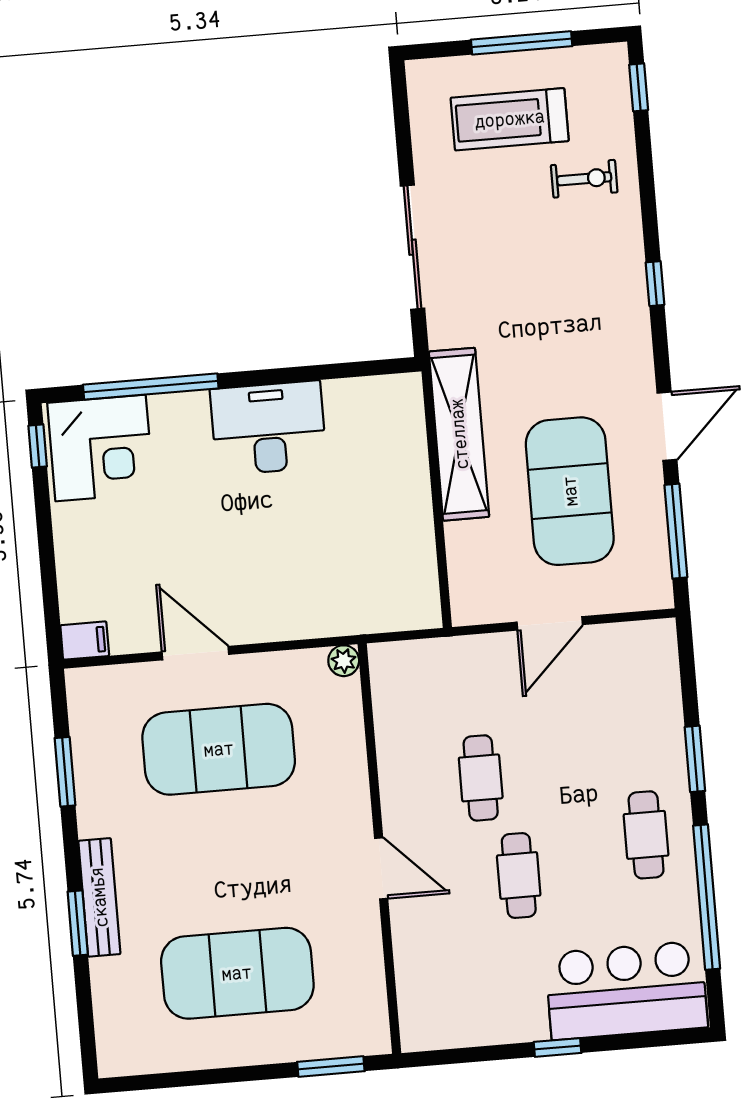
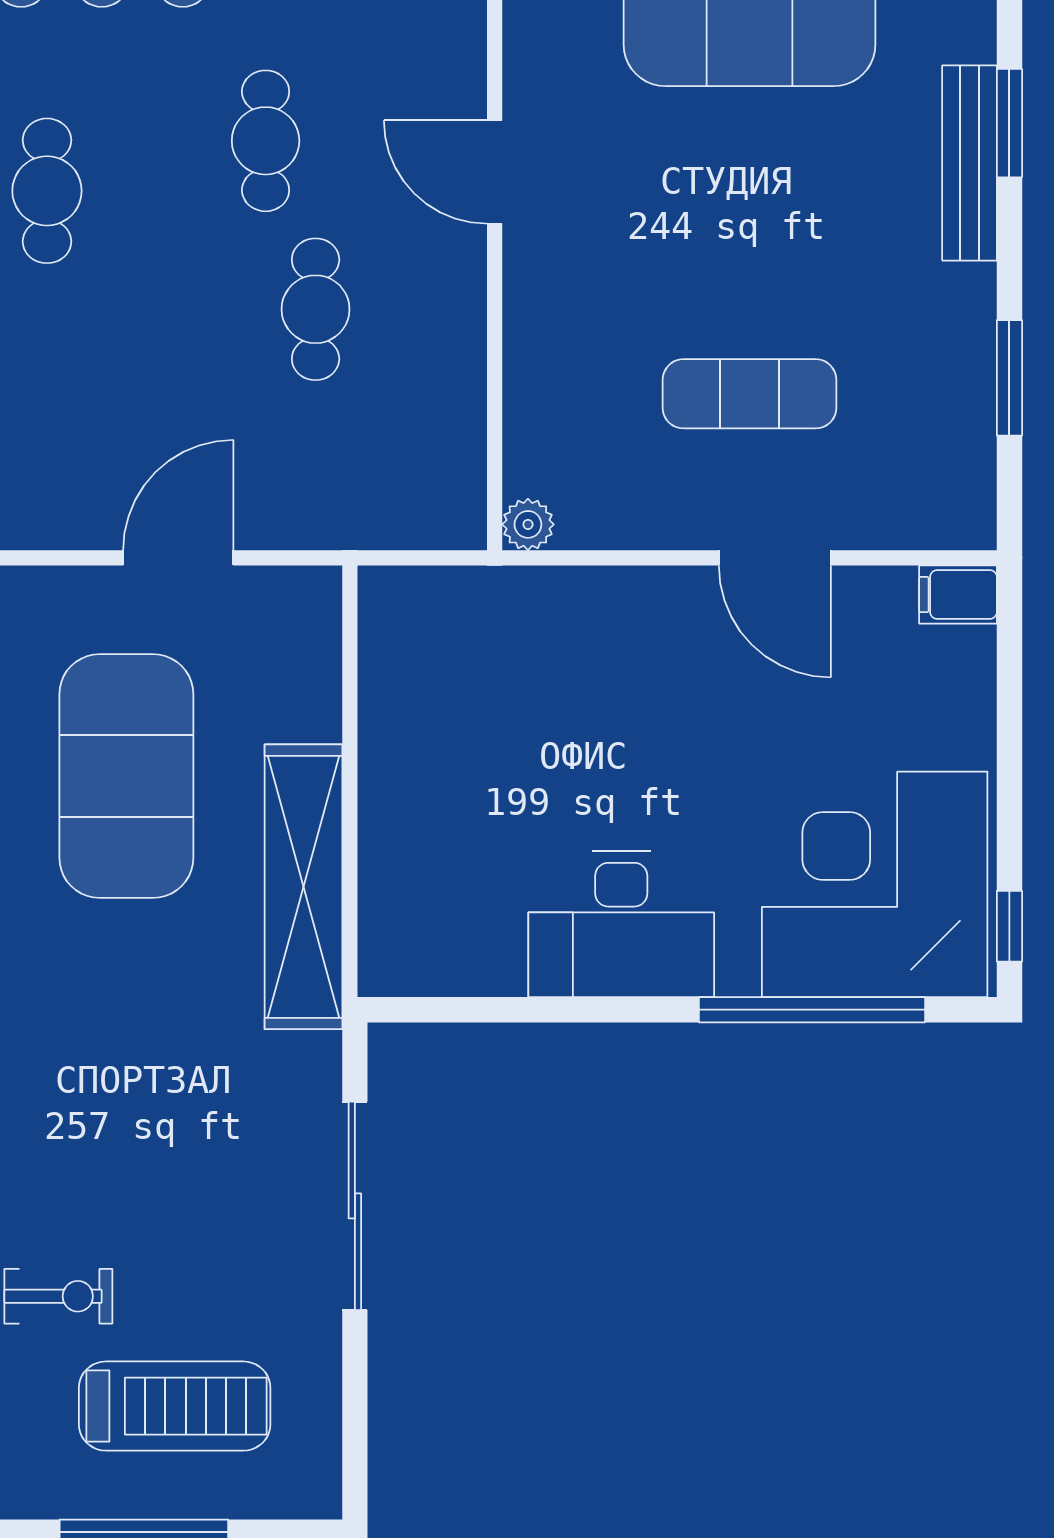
exercise bike: (584, 179) -> (58, 1296), turned 180
corner desk: (101, 448) -> (875, 884), width x1.36, depth x1.36
exercise mat: (219, 749) -> (750, 394), width x0.50, depth x0.69

